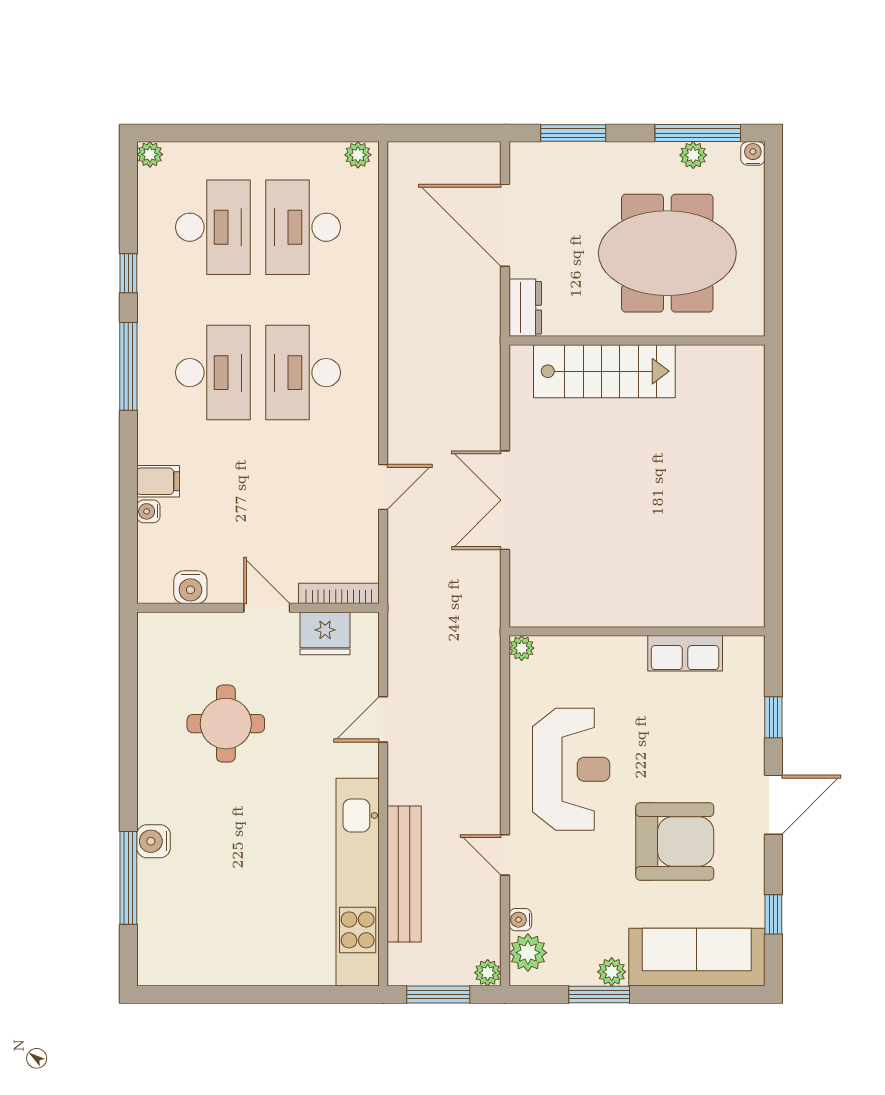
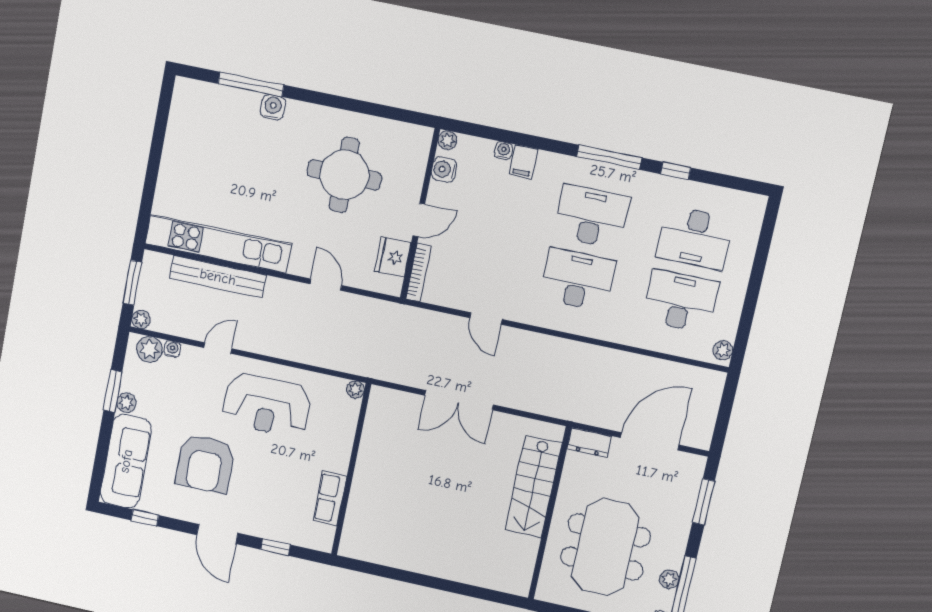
plant: (150, 154) -> (447, 140), moved
desk: (213, 373) -> (592, 216), turned 180
double door: (505, 500) -> (459, 400), swing flipped
round table: (226, 724) -> (344, 175), width x1.36, depth x1.36

